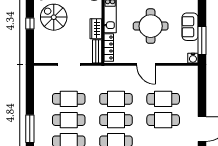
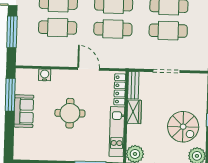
round table: (151, 26) -> (70, 113), width x0.73, depth x0.73
water cooler: (193, 58) -> (45, 75), moved
door: (146, 64) -> (89, 69), moved
window: (202, 94) -> (12, 32), added

